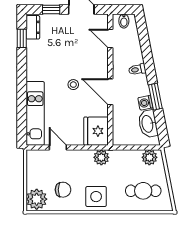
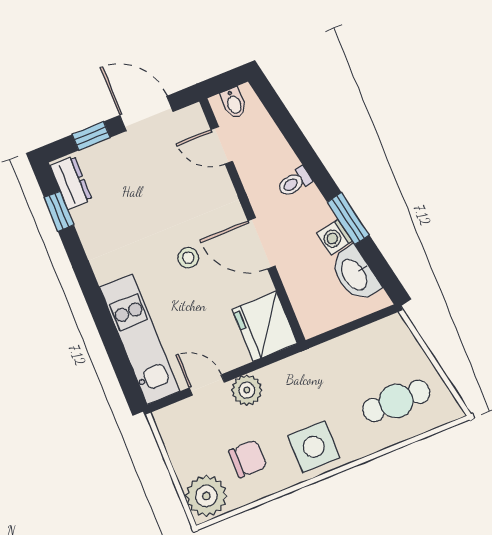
plant: (101, 157) -> (247, 390), moved
plant: (149, 157) -> (383, 335), removed

